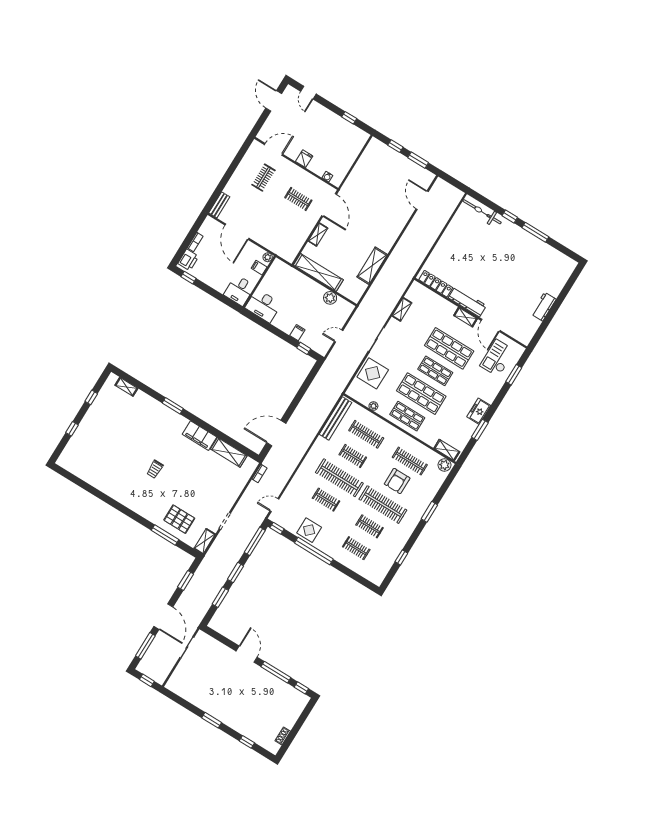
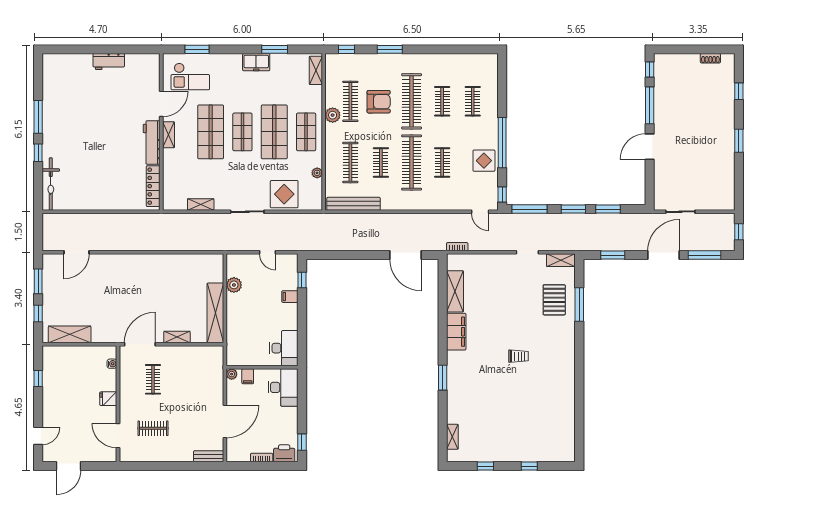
shelving: (372, 266) -> (70, 334), moved
desk: (239, 290) -> (283, 387), width x1.37
plant: (444, 465) -> (333, 115), moved
window: (401, 557) -> (347, 49), moved

